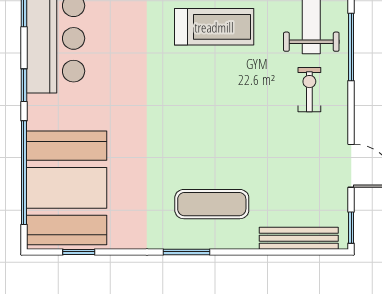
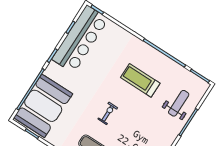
treadmill: (214, 27) -> (140, 80), turned 180
exercise bike: (309, 90) -> (108, 113), moved

